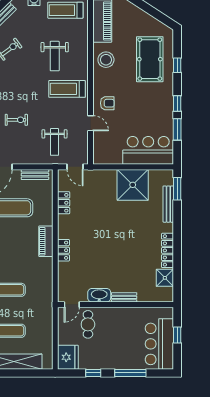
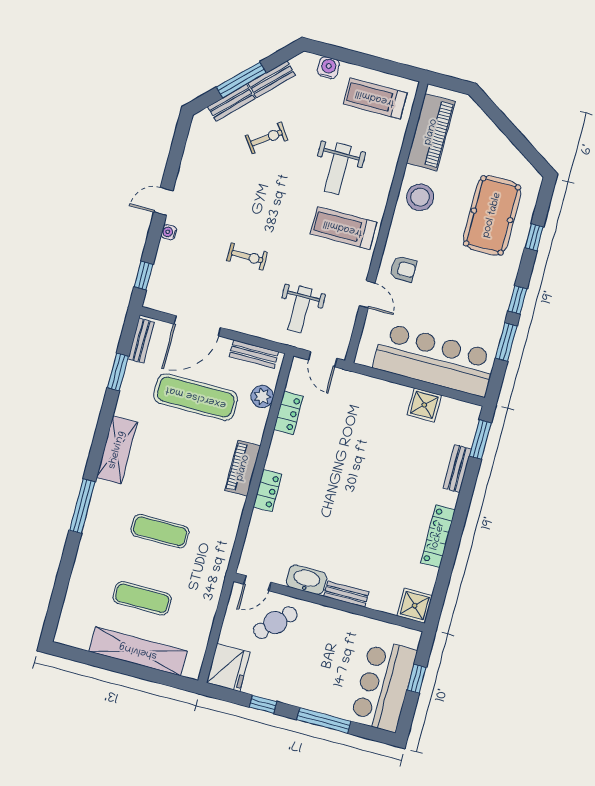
bar counter: (148, 150) -> (435, 360), width x1.36
shower: (133, 185) -> (424, 405), width x0.54, depth x0.54
plant: (46, 197) -> (262, 397), added
bench: (168, 204) -> (457, 469), width x0.73
shower: (165, 278) -> (415, 606), moved
cafe table: (88, 324) -> (275, 623), turned 45

